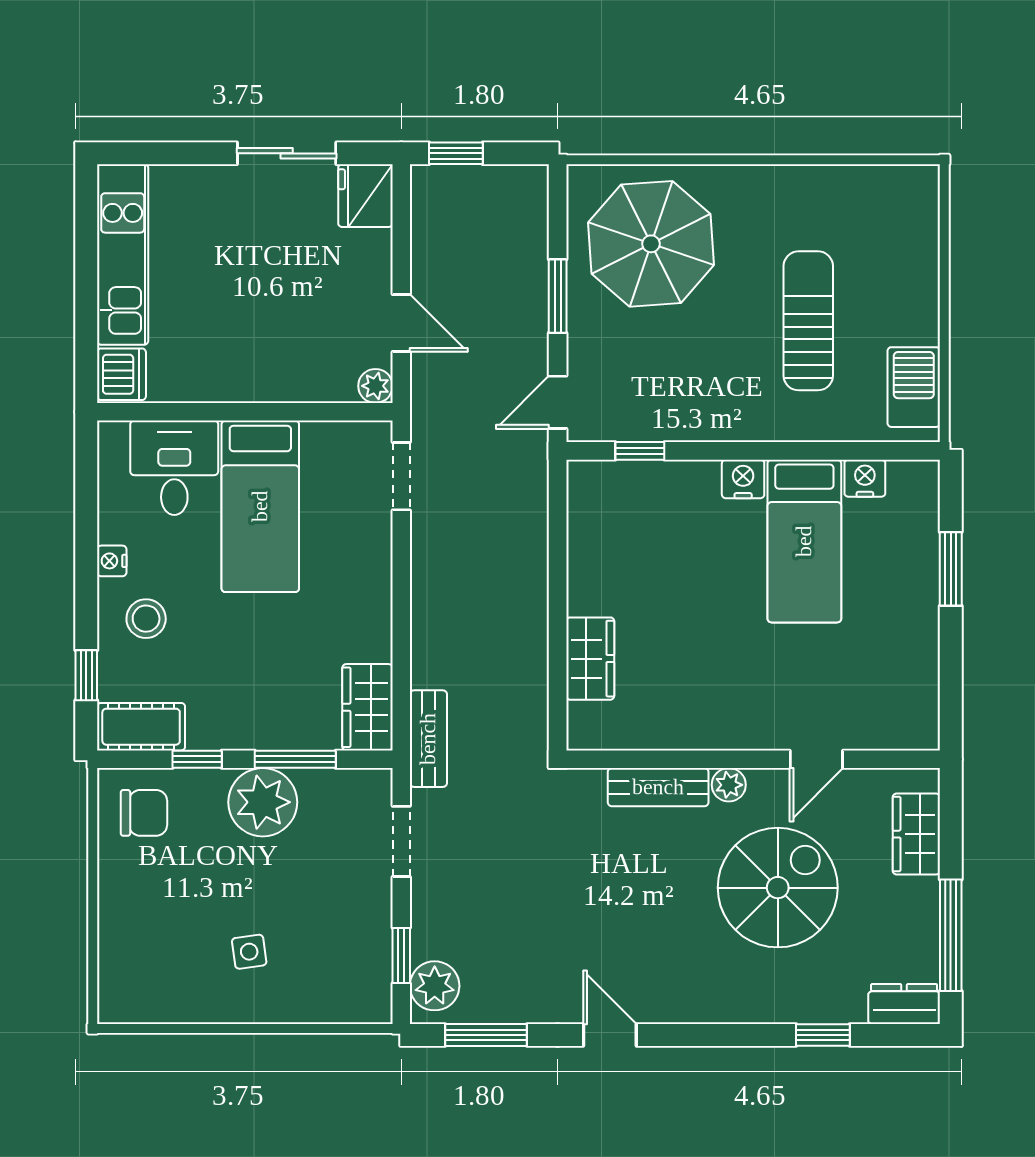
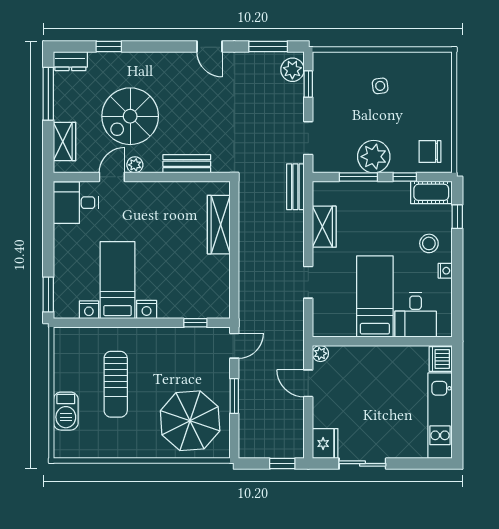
barbecue: (914, 387) -> (66, 411), moved
doorway: (401, 476) -> (308, 282), moved
window: (951, 569) -> (48, 294), moved
wardrobe: (590, 659) -> (219, 225), width x1.50
desk: (892, 705) -> (76, 203), added
wardrobe: (367, 707) -> (324, 227), moved
plant: (729, 785) -> (135, 165), moved

